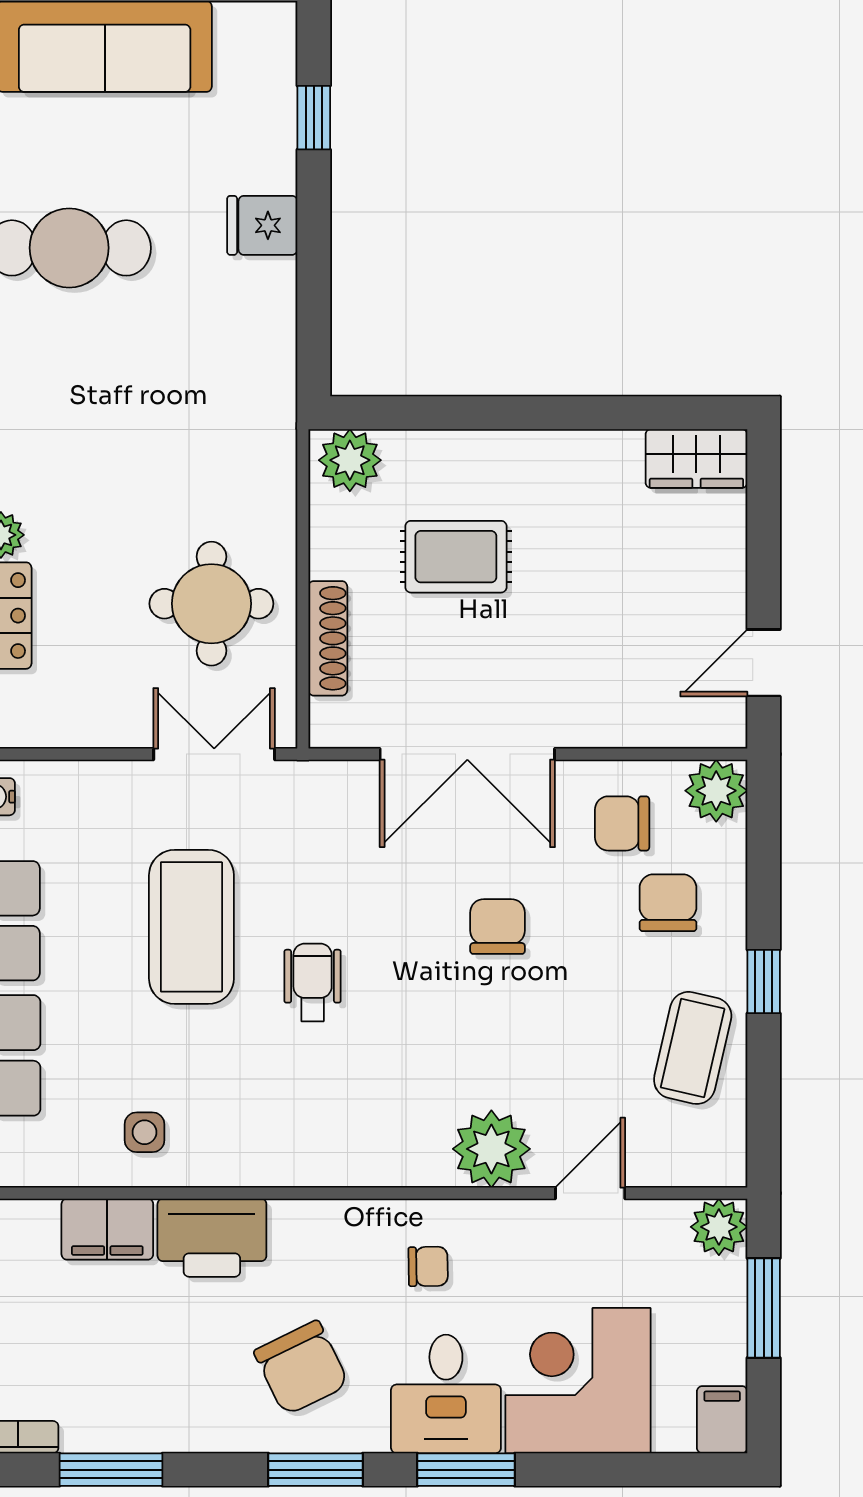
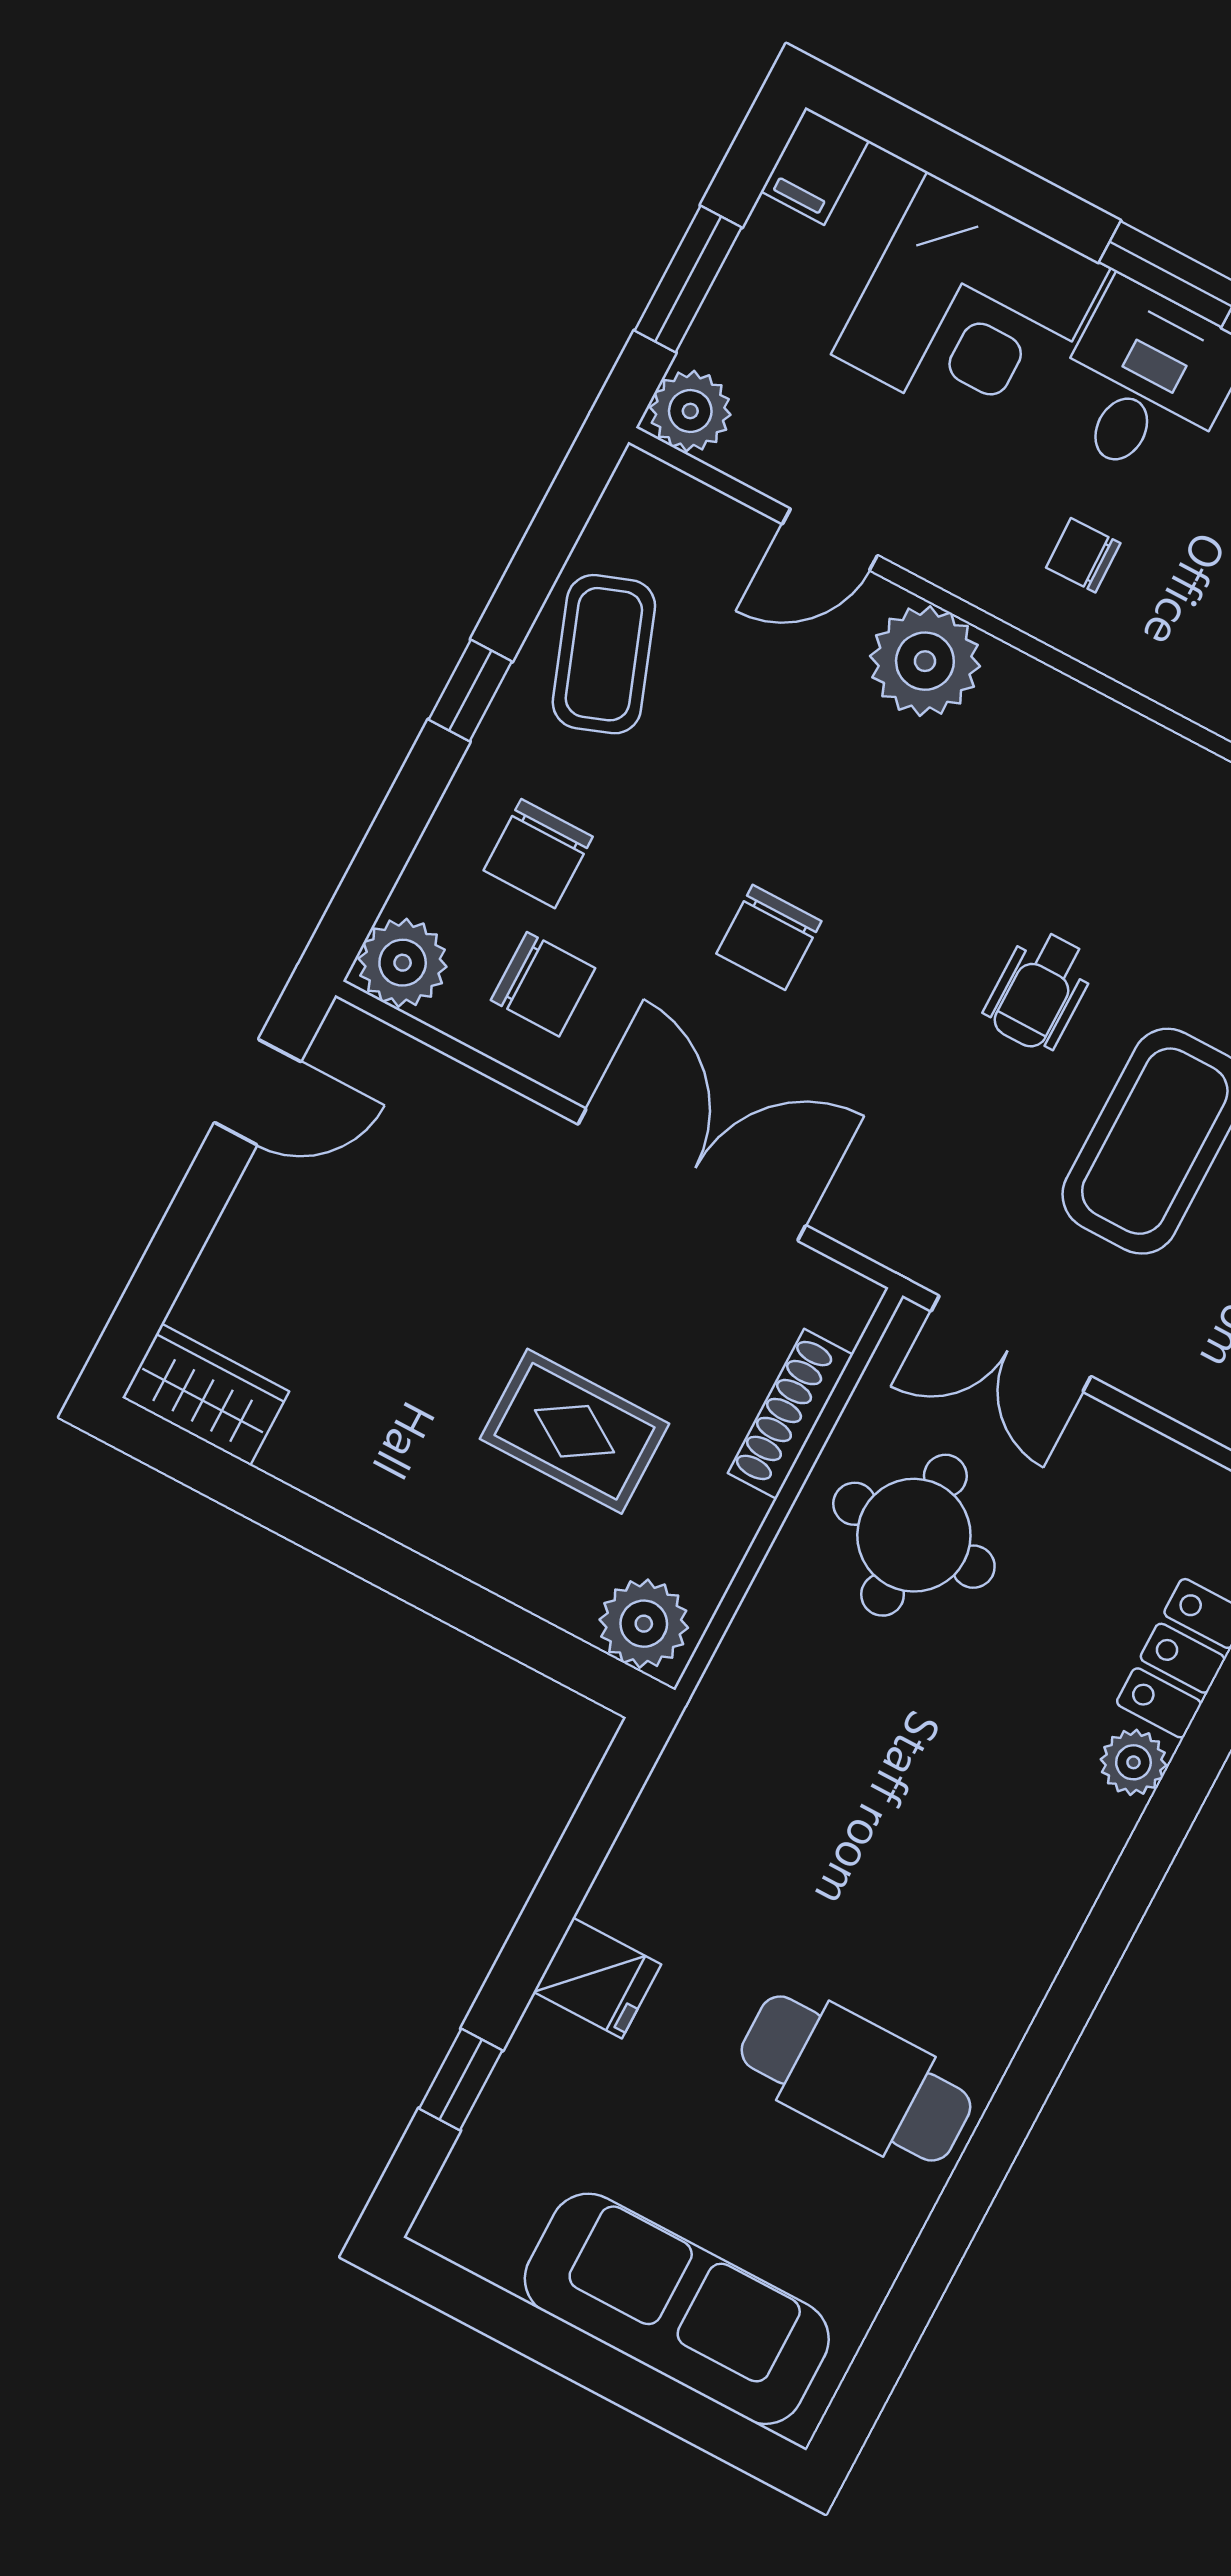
coffee table: (693, 1048) -> (604, 654), turned -33

